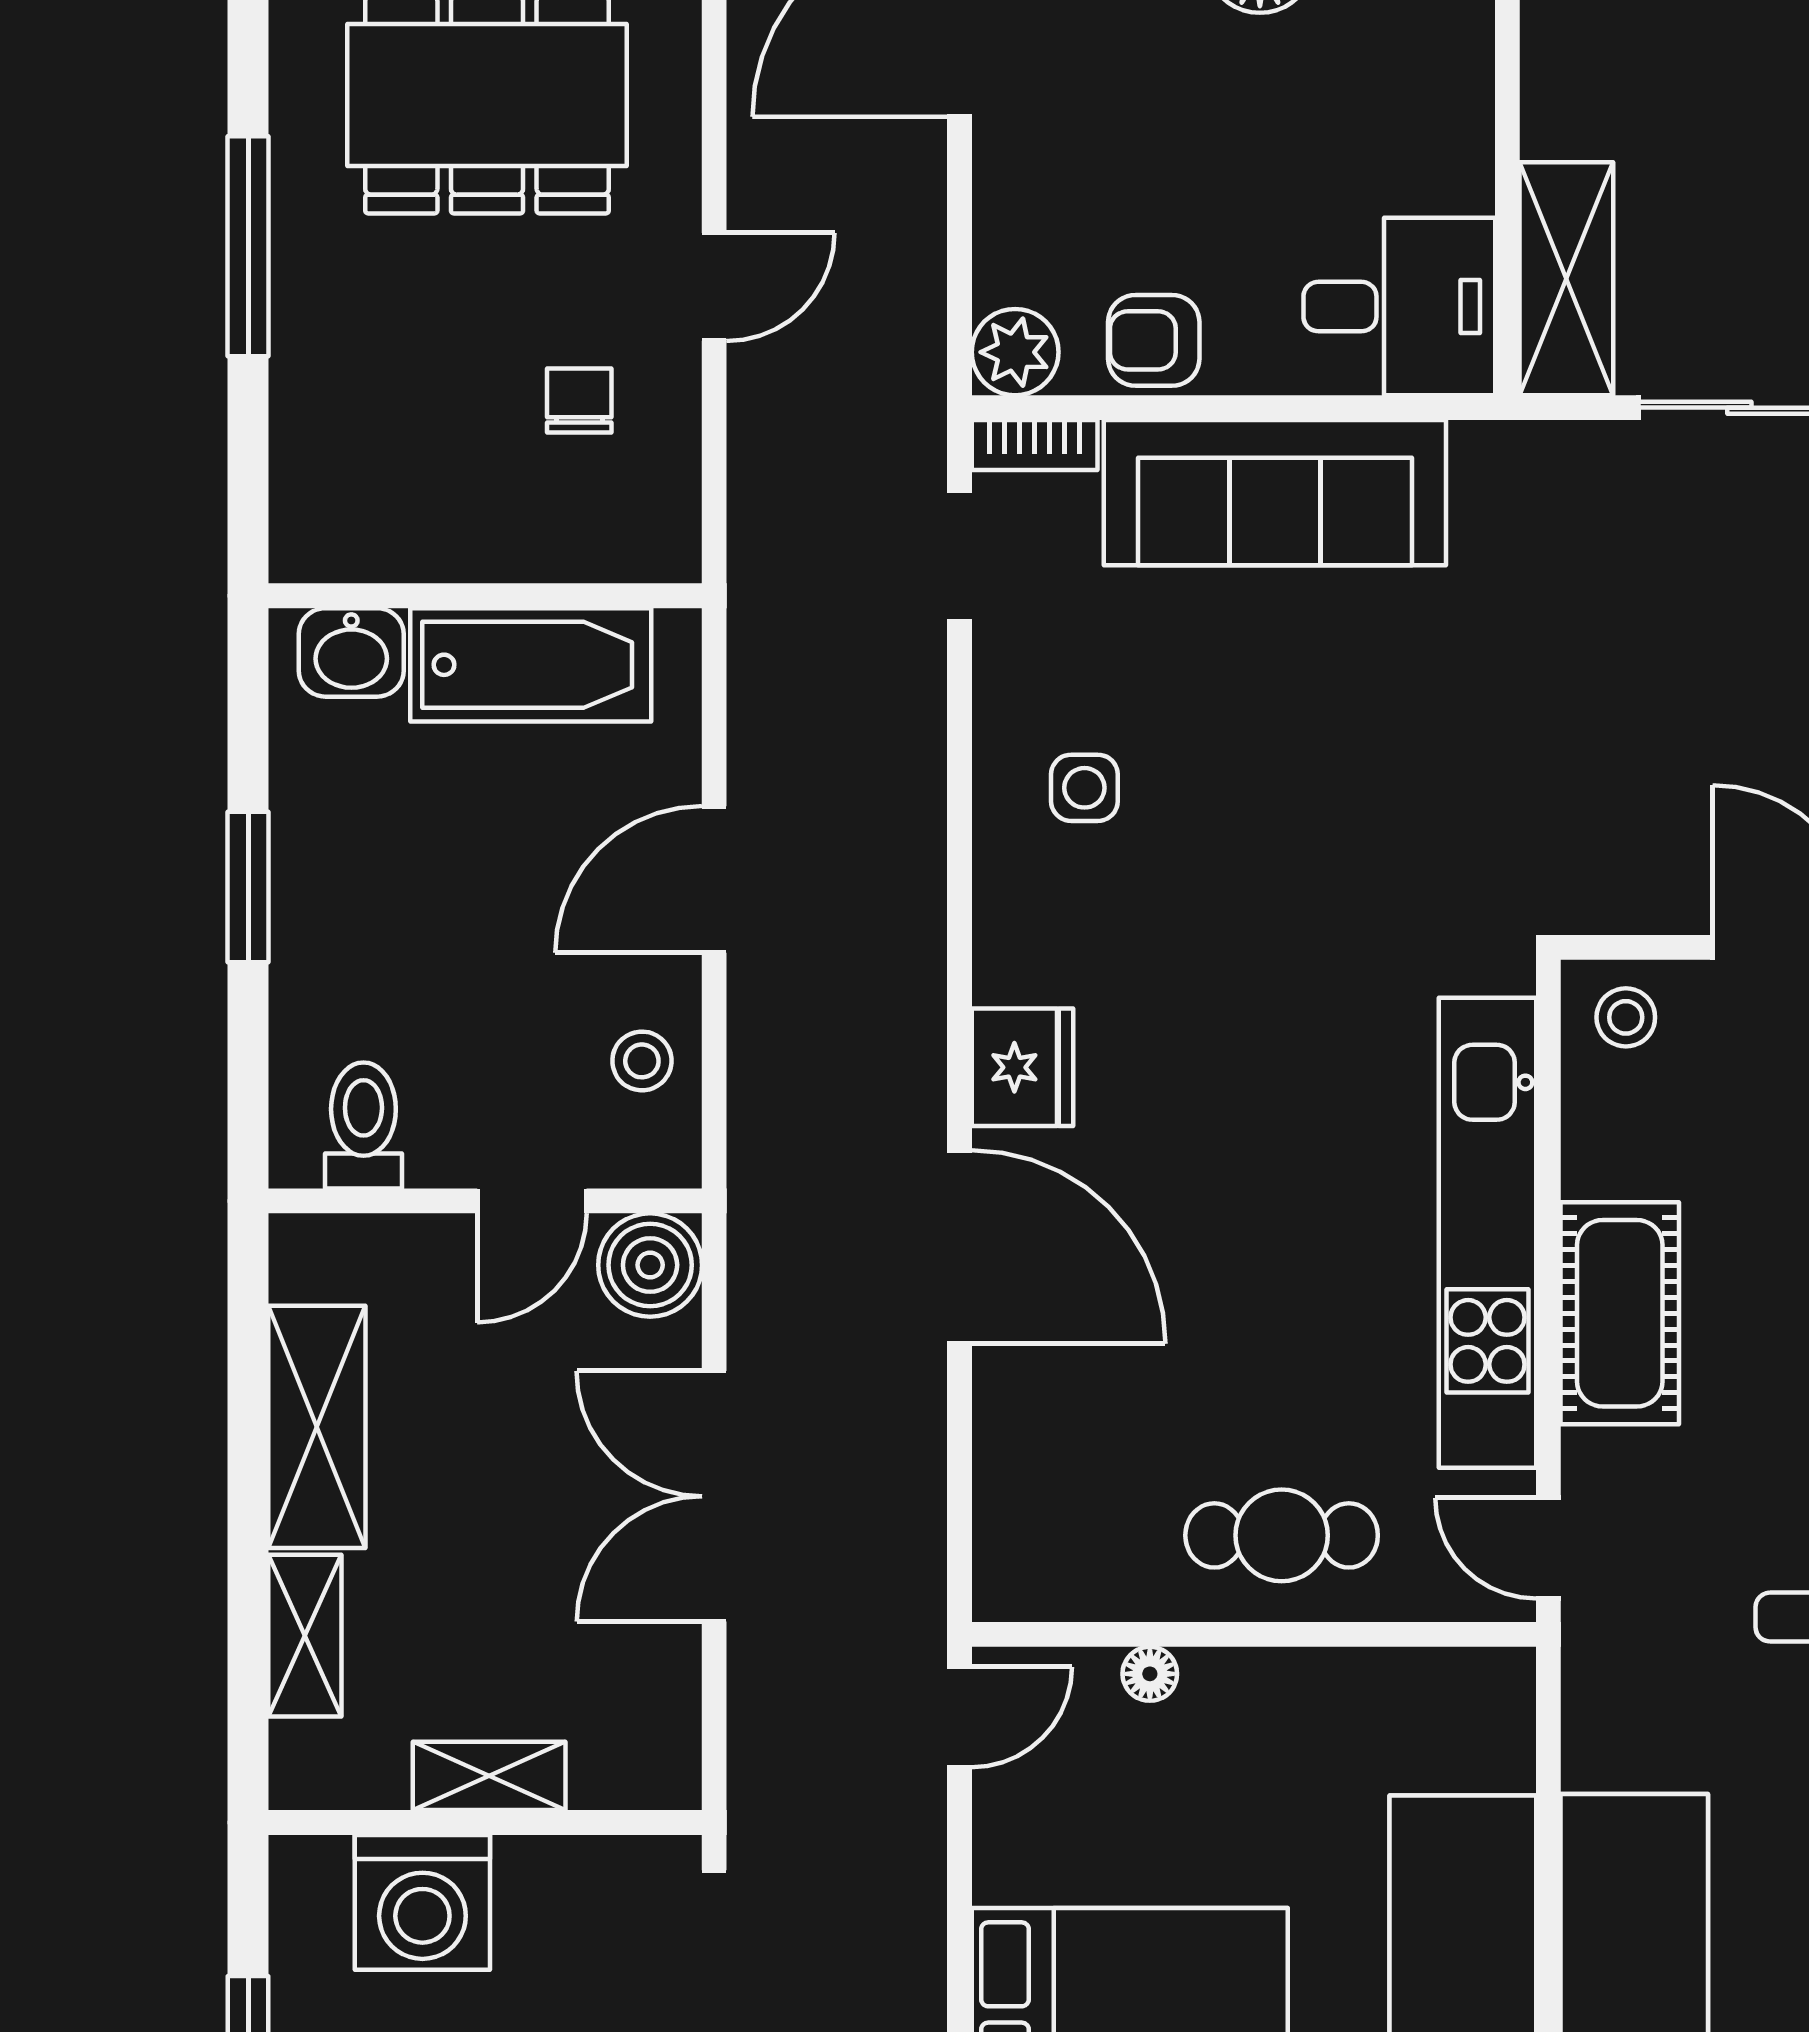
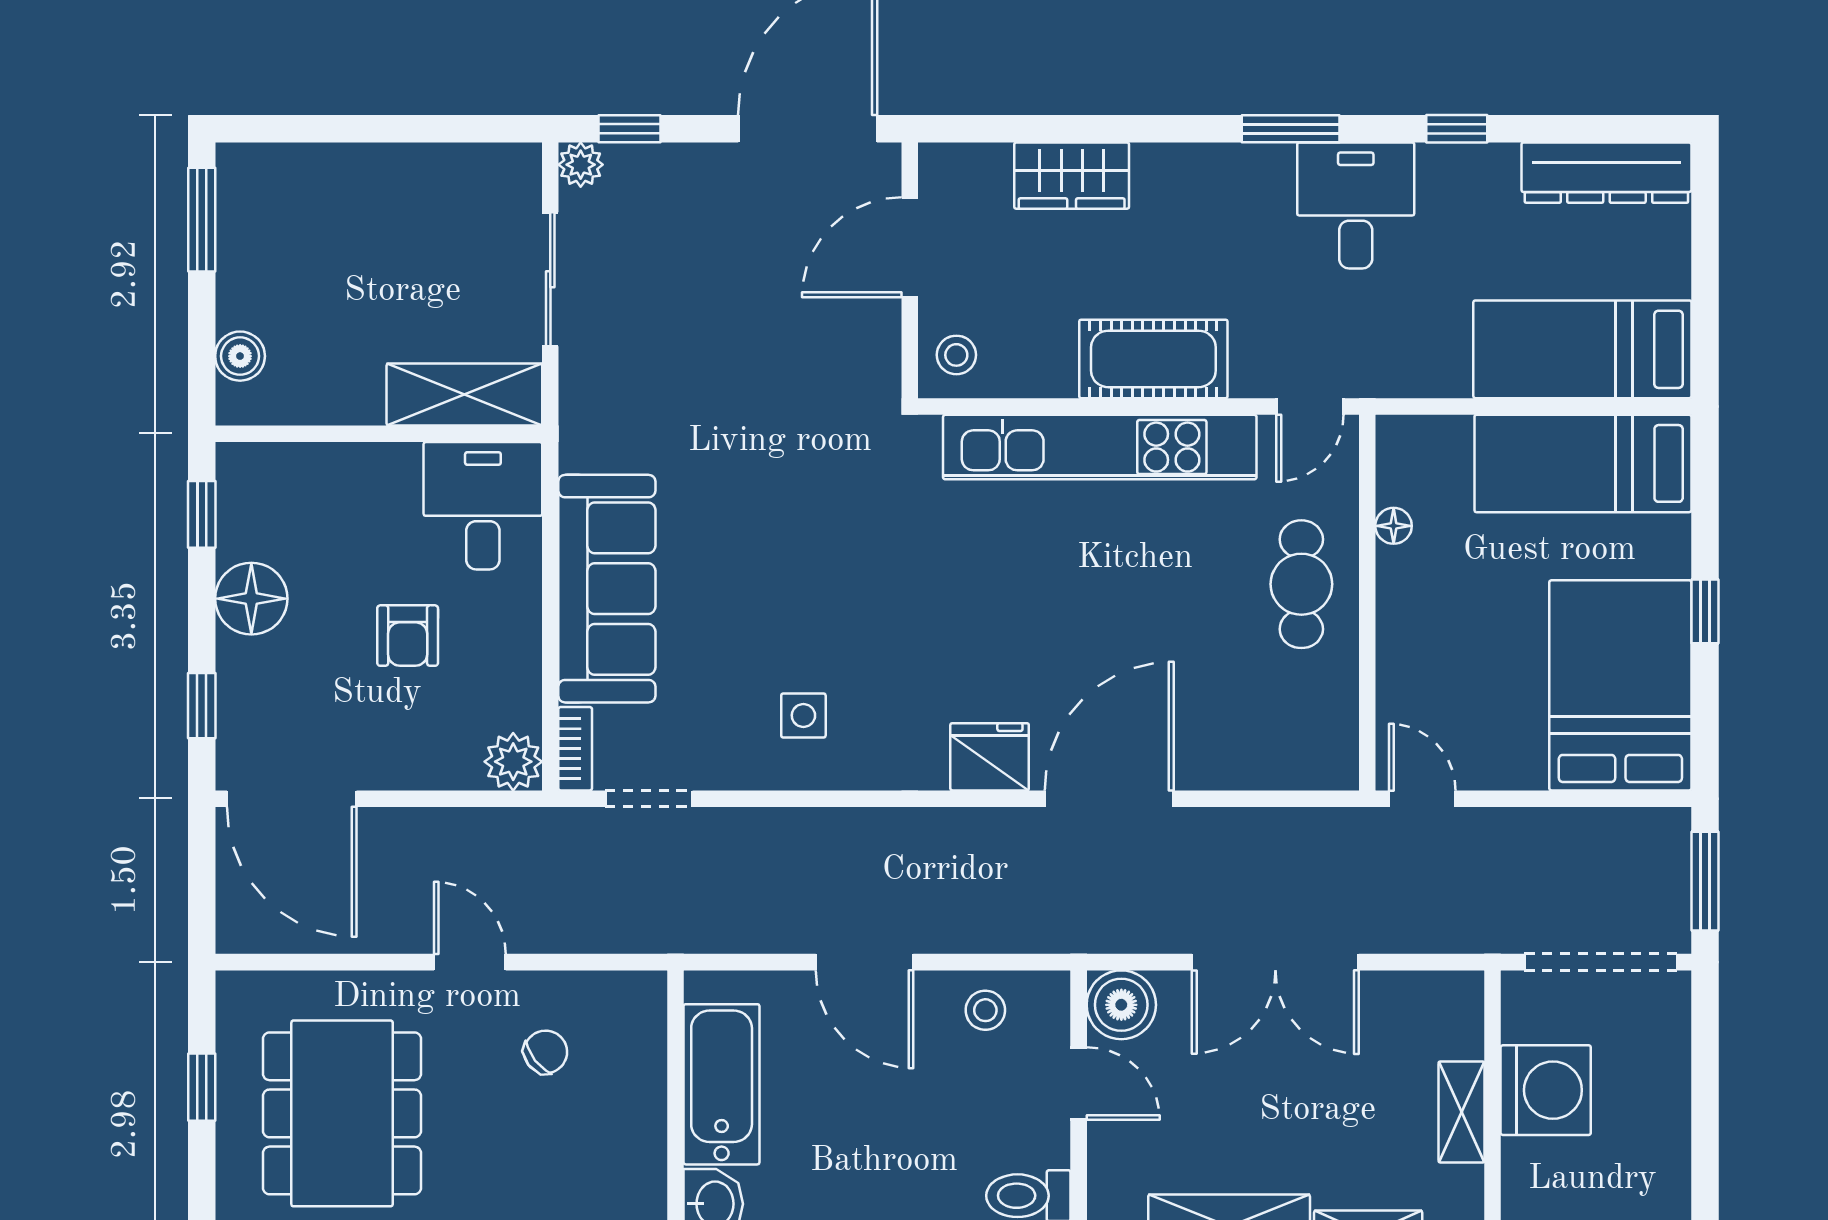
armchair: (1154, 340) -> (408, 636), moved
chair: (579, 401) -> (546, 1052), turned 142
floor lamp: (1150, 1674) -> (1394, 526), moved
washing machine: (422, 1902) -> (1546, 1090), moved

